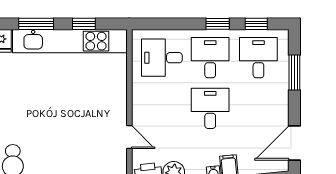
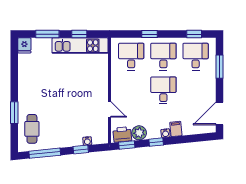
window: (218, 24) -> (149, 34), moved
kitchen unit: (70, 41) -> (80, 46), width x0.73
desk: (162, 58) -> (131, 57), turned 90

